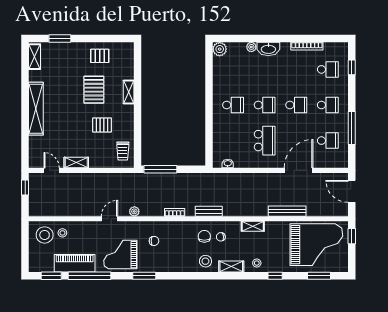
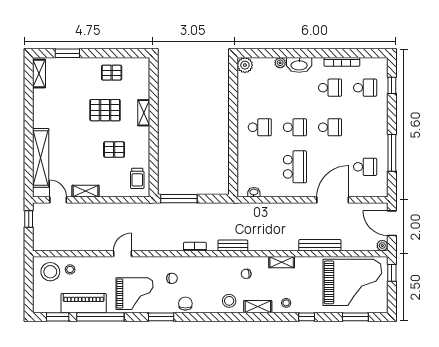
pallet: (94, 90) -> (105, 110), turned 90
school desk: (328, 105) -> (330, 88), moved
shelving: (36, 109) -> (41, 158), moved
plant: (134, 211) -> (382, 246), moved
chair: (204, 236) -> (185, 304), moved
grand piano: (120, 255) -> (135, 294), turned 180

